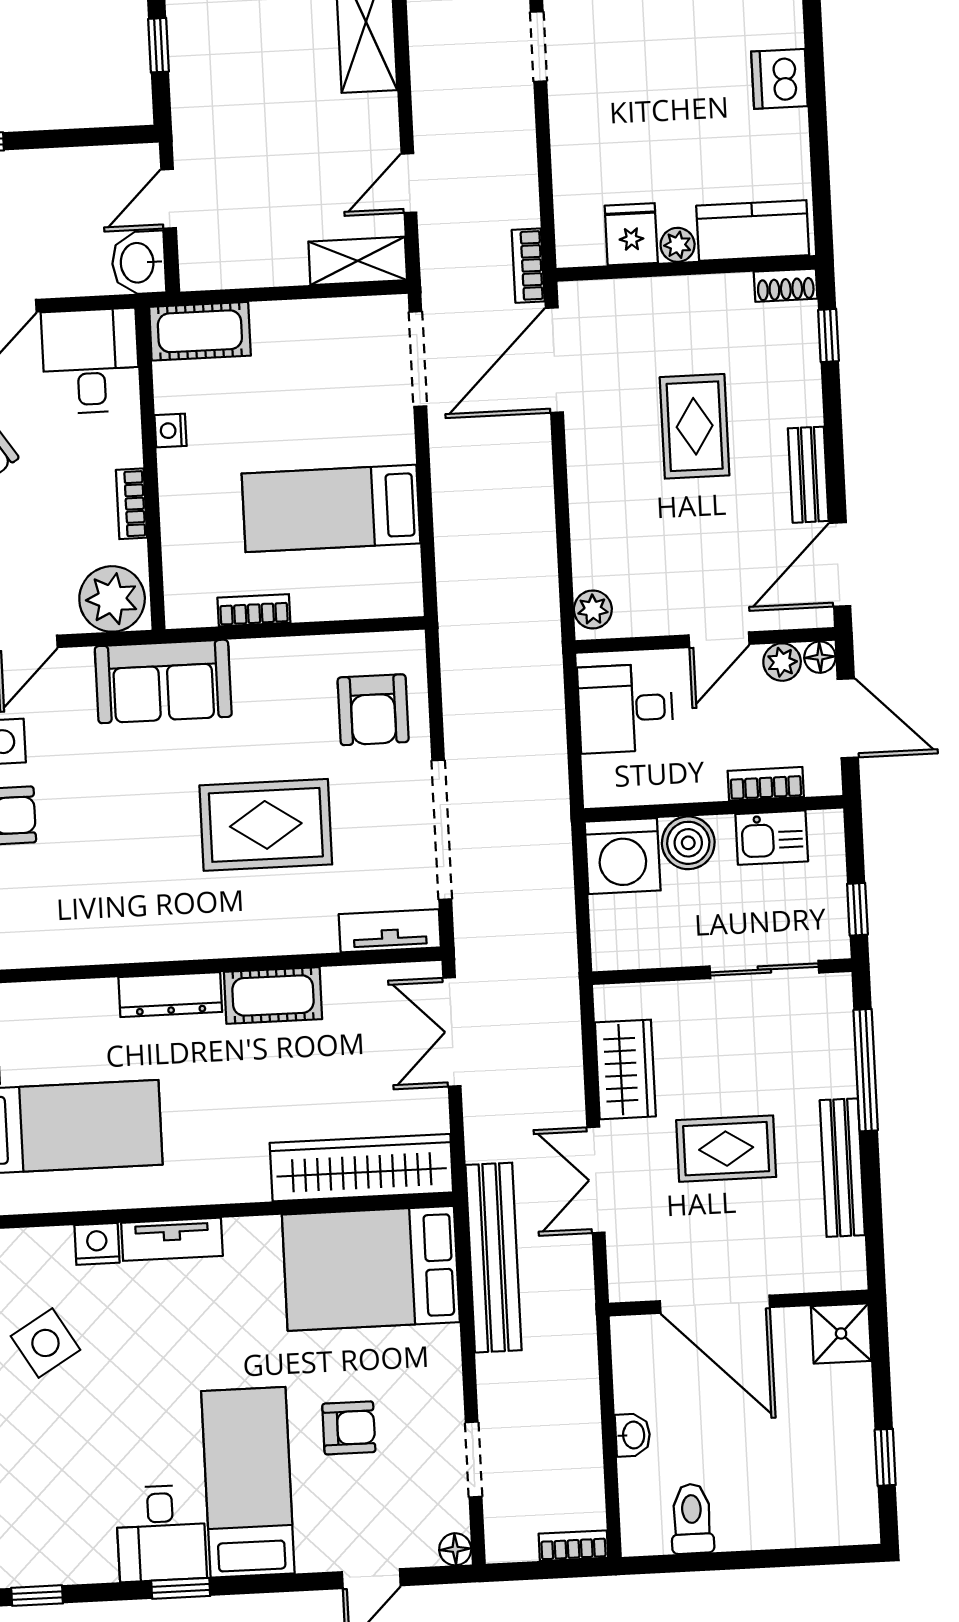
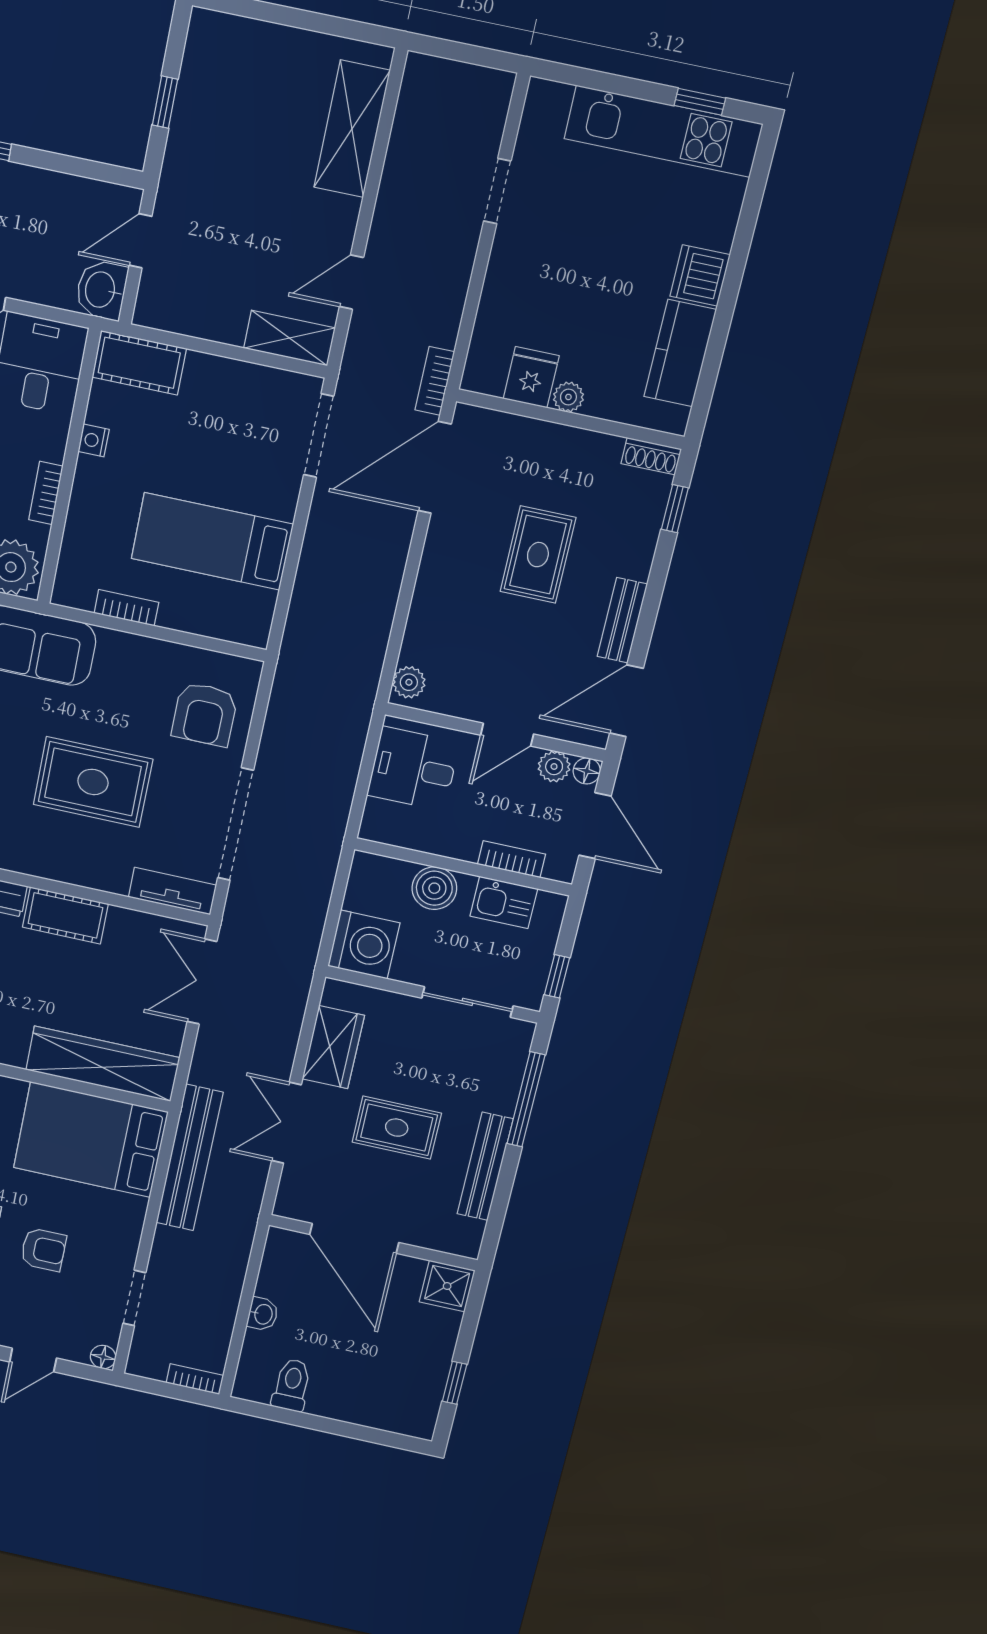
kitchen counter: (753, 230) -> (680, 353), moved, turned -90
washing machine: (623, 856) -> (364, 945), moved, turned -90

